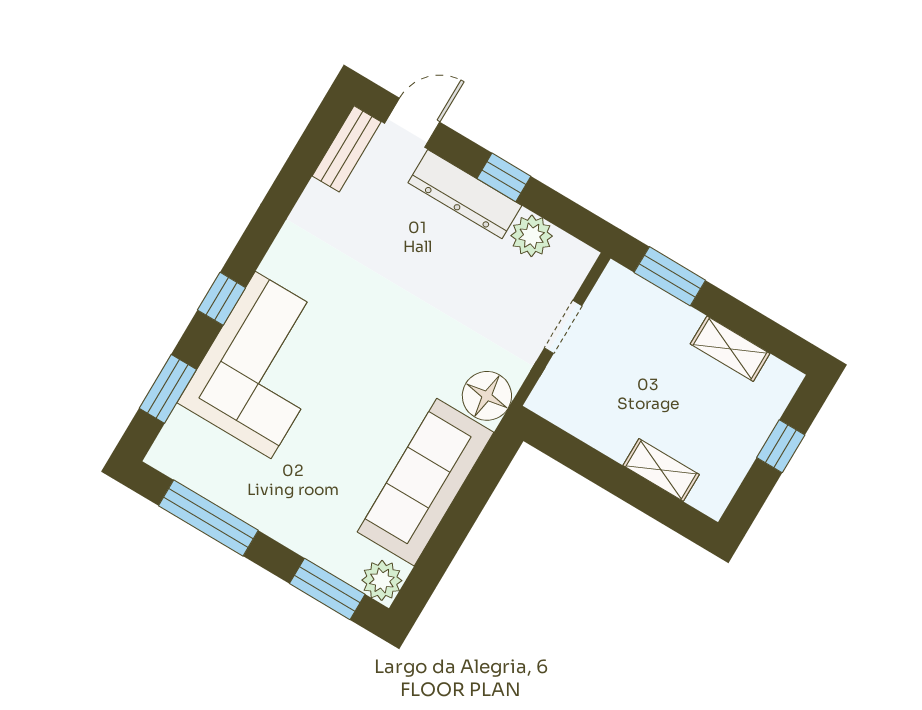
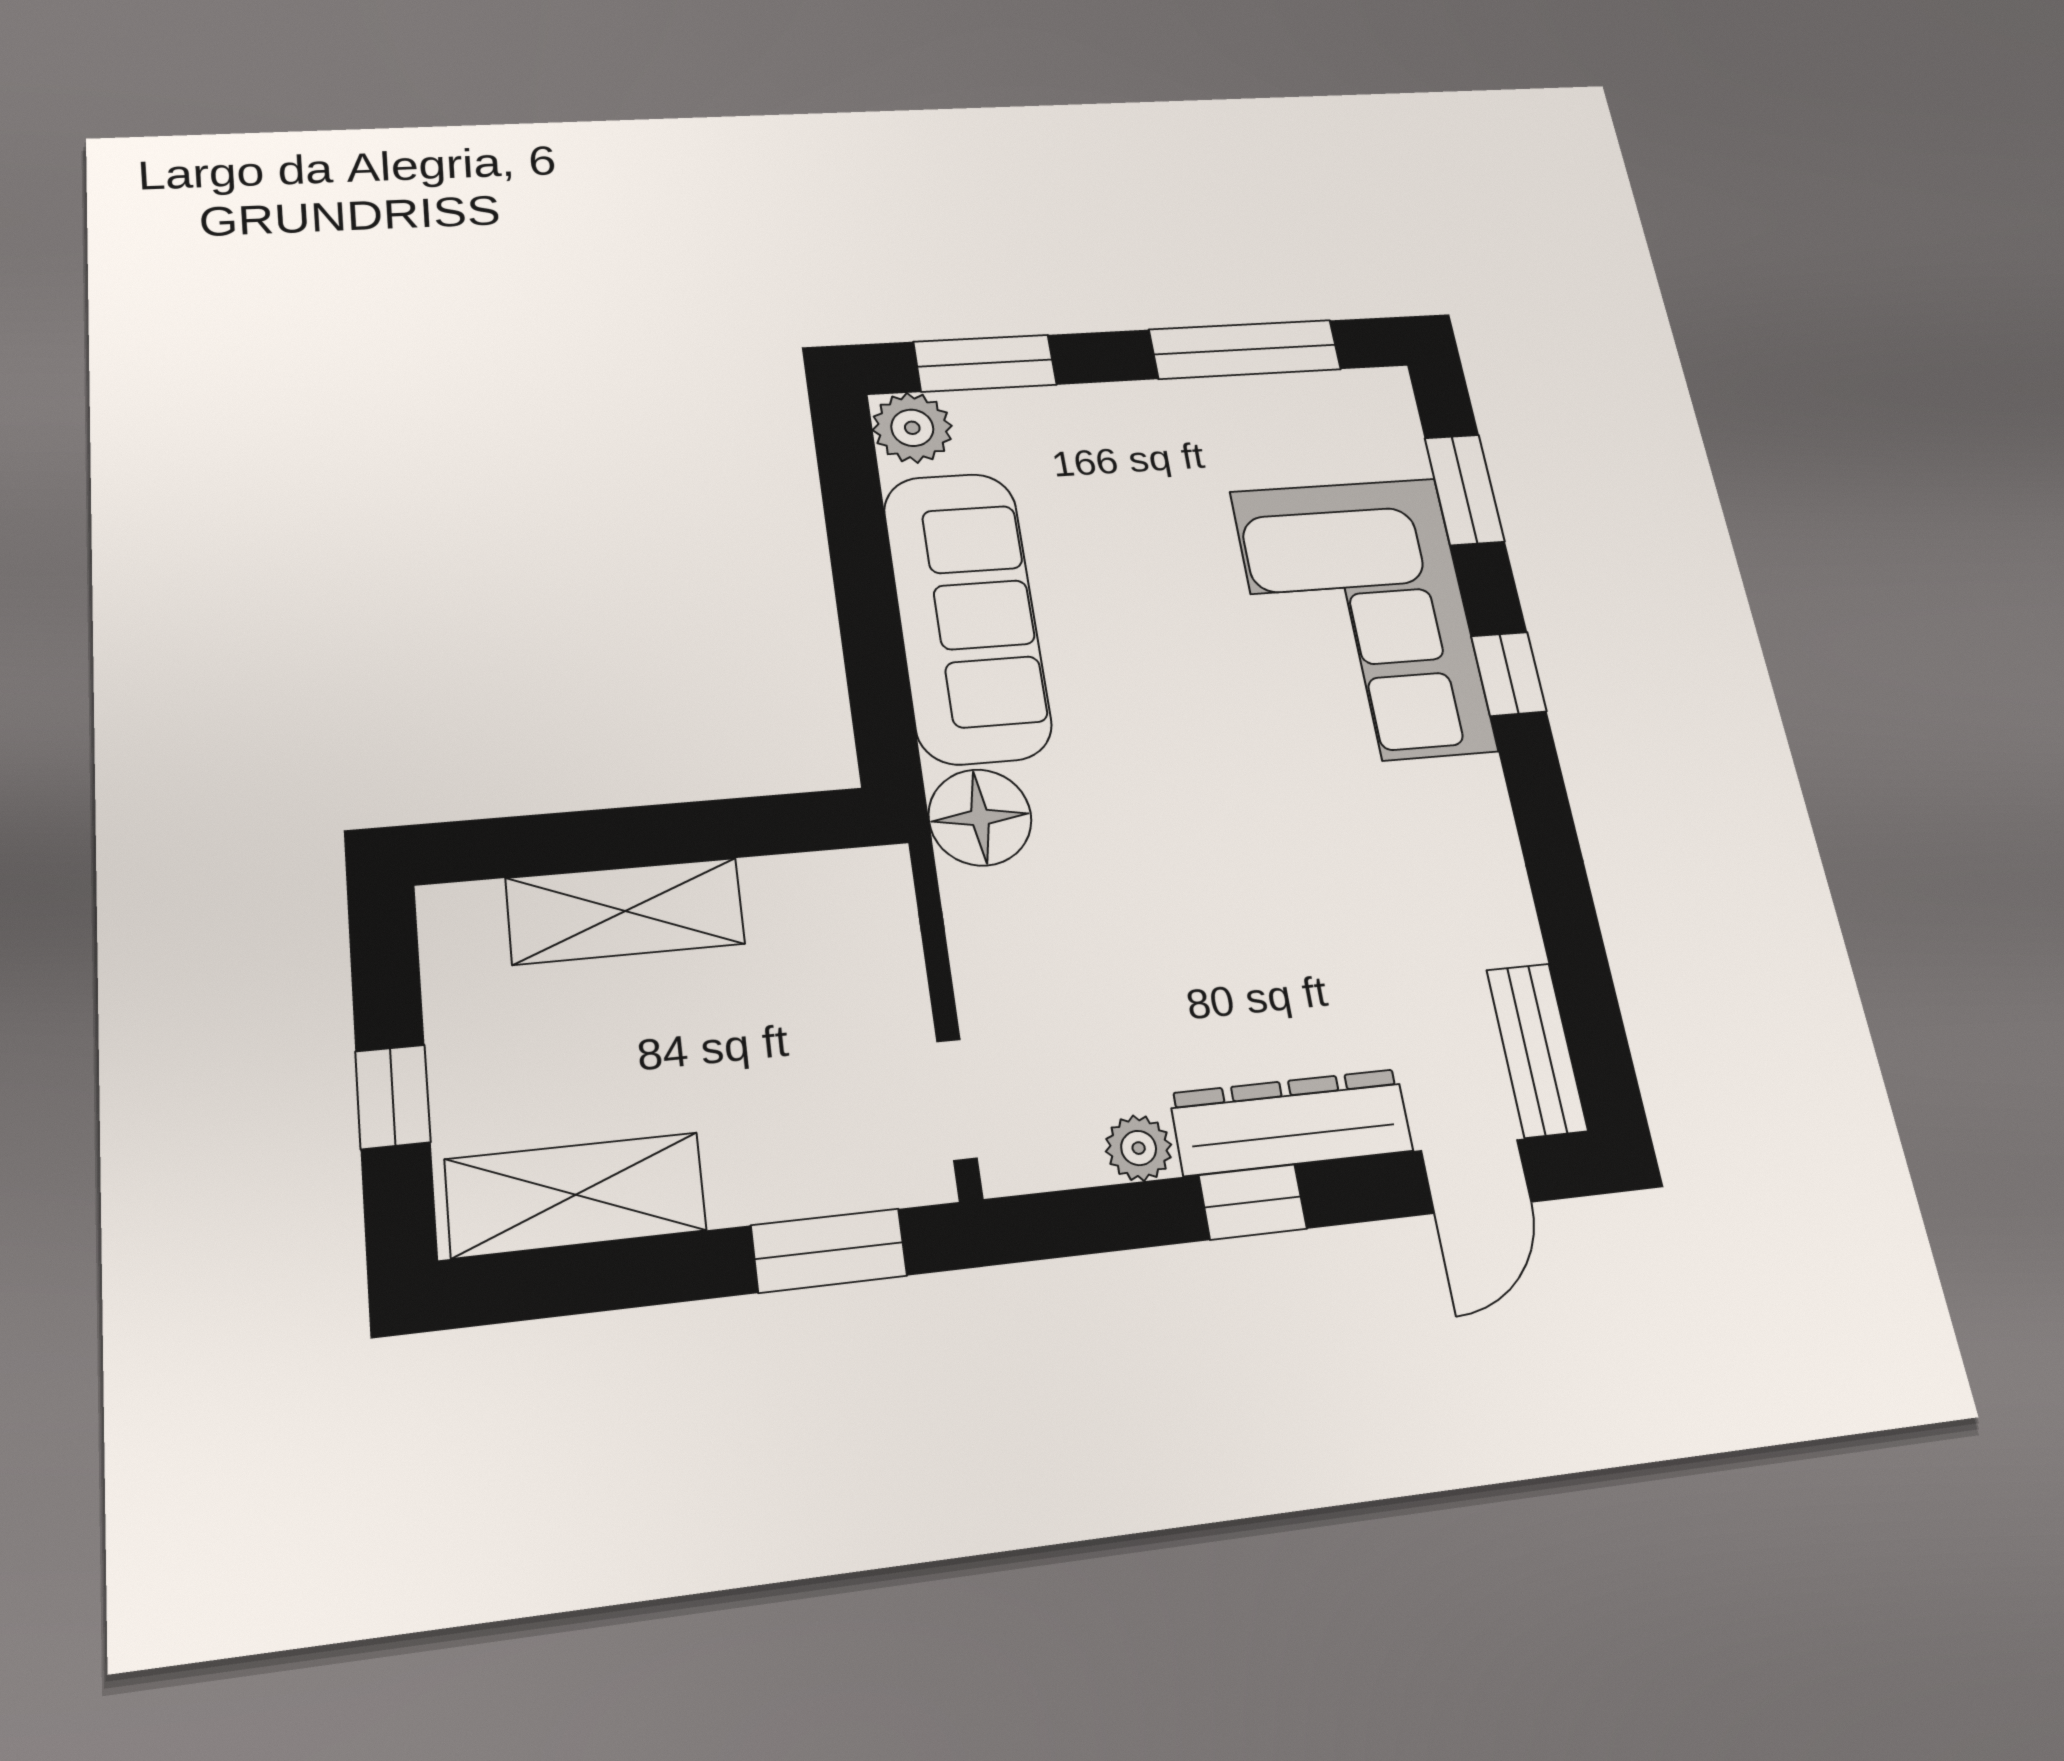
plant: (532, 236) -> (1139, 1148), width x0.73, depth x0.73
doorway: (563, 327) -> (957, 1099), moved
shelving: (730, 349) -> (576, 1195), width x1.50, depth x1.33
shelving: (661, 470) -> (625, 911), width x1.50, depth x1.33

